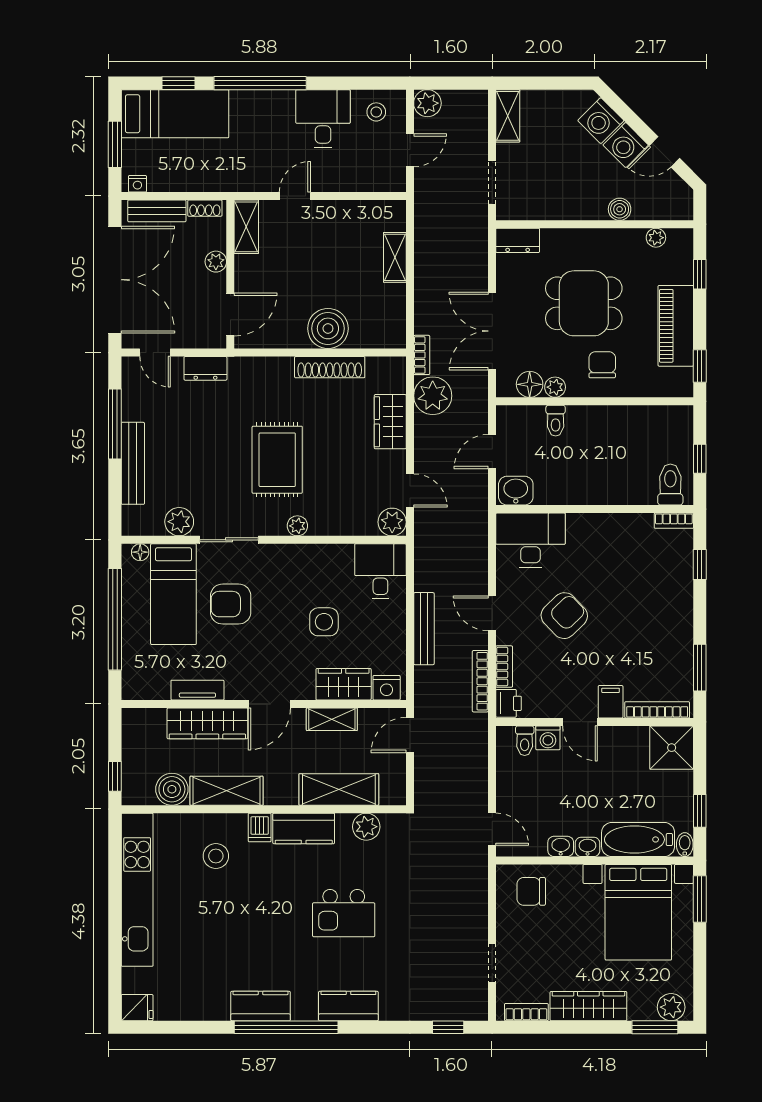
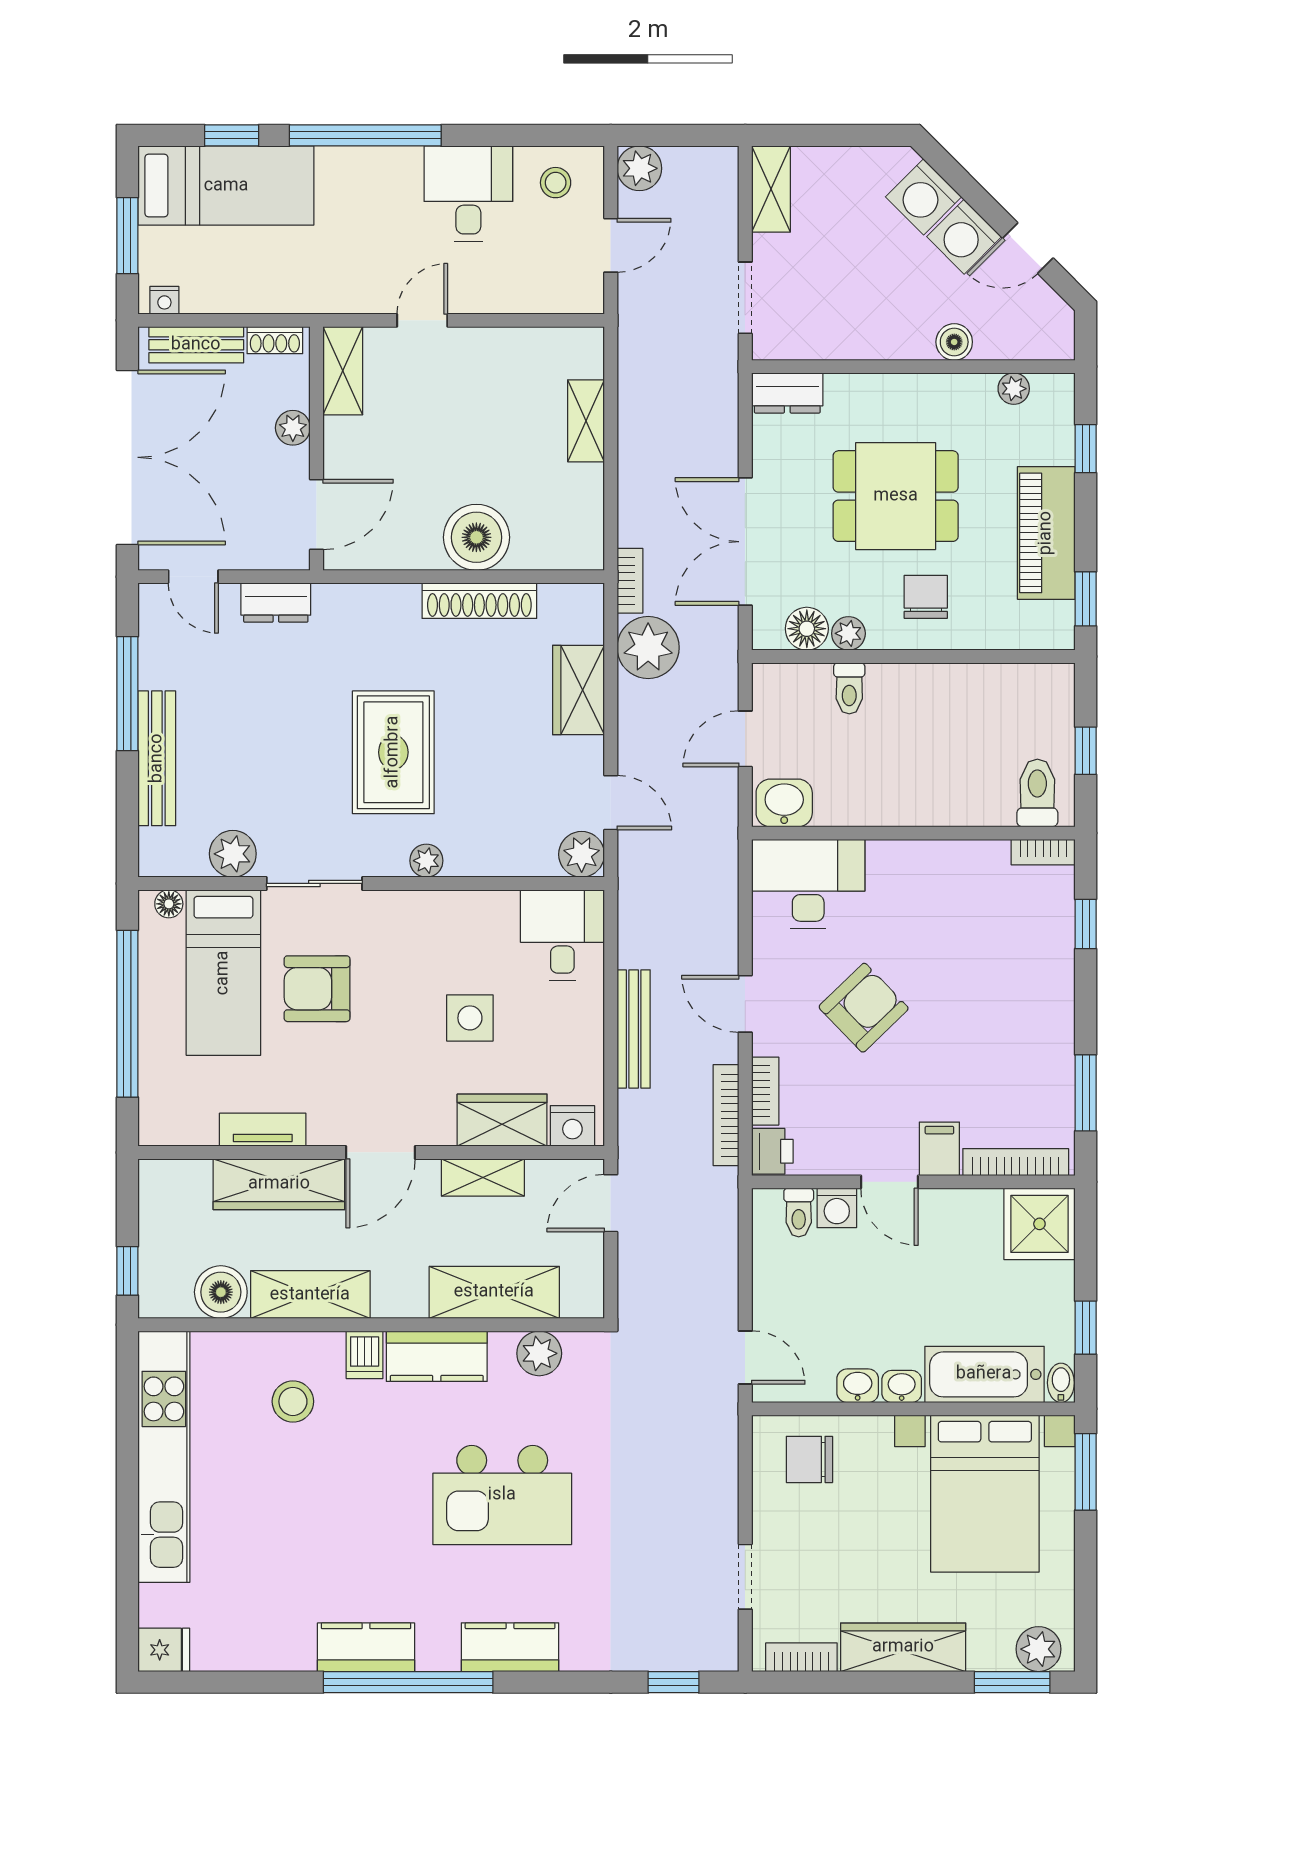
kitchen island: (344, 913) -> (502, 1495), width x1.37, depth x1.28

